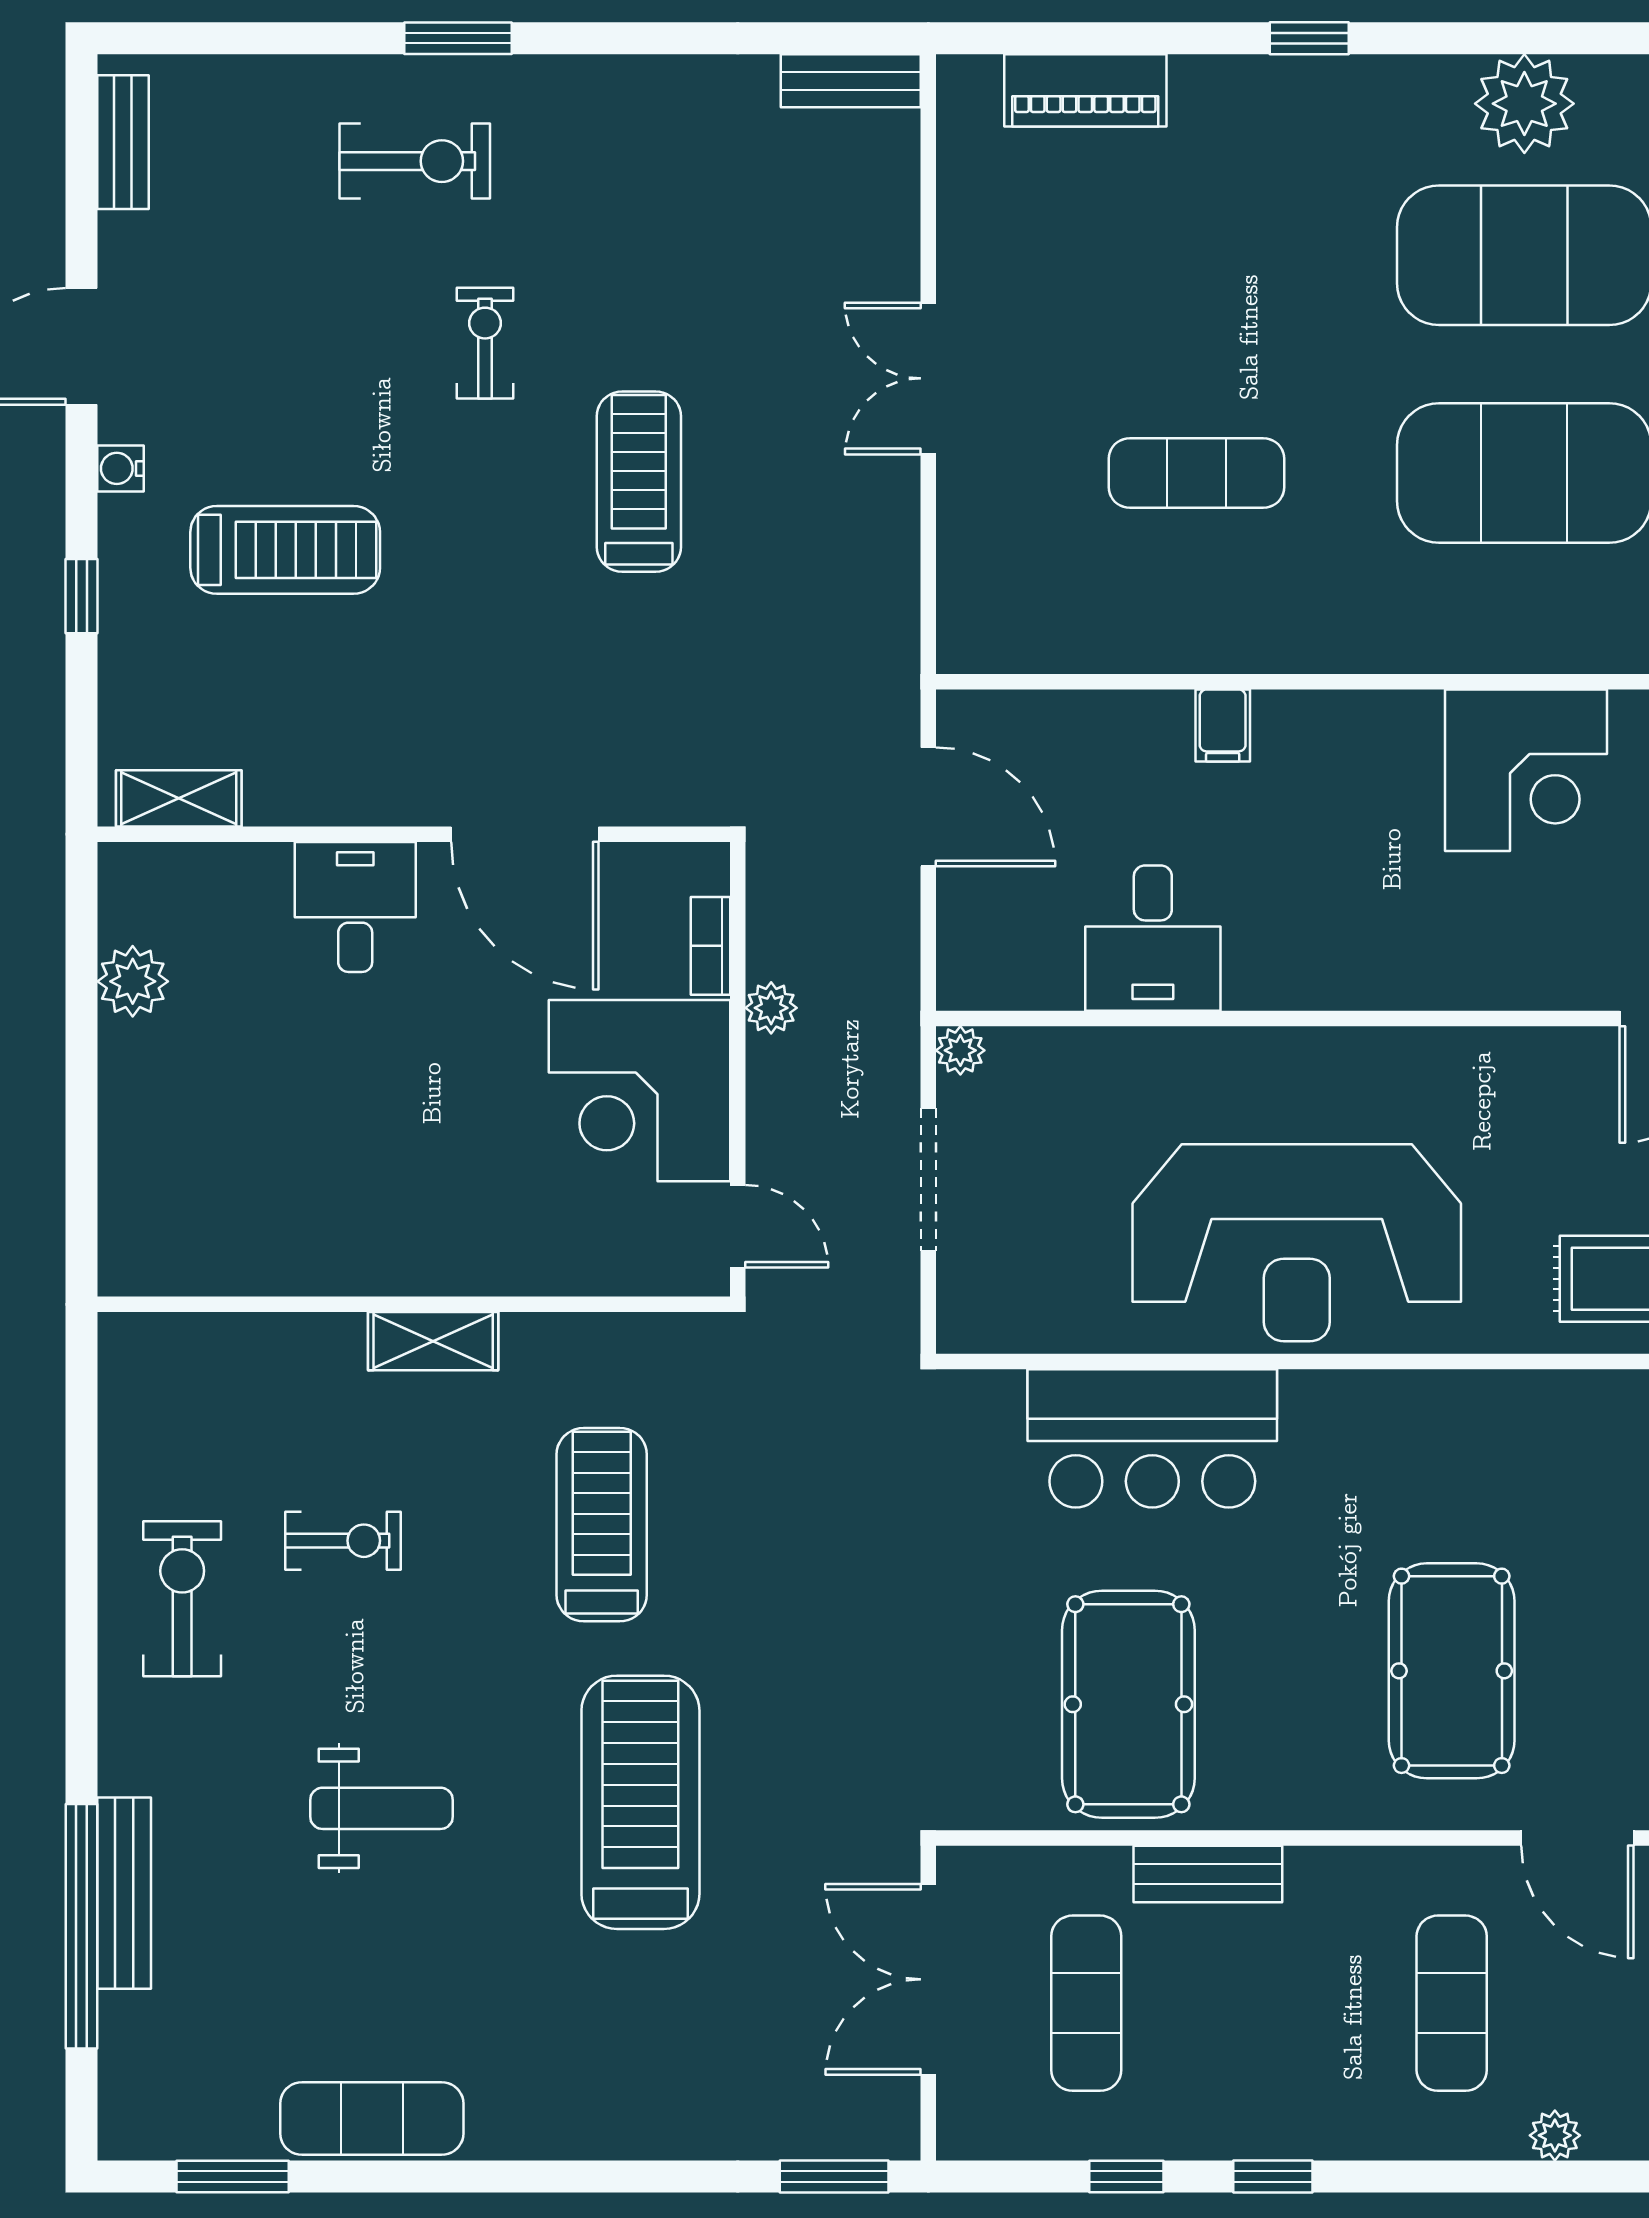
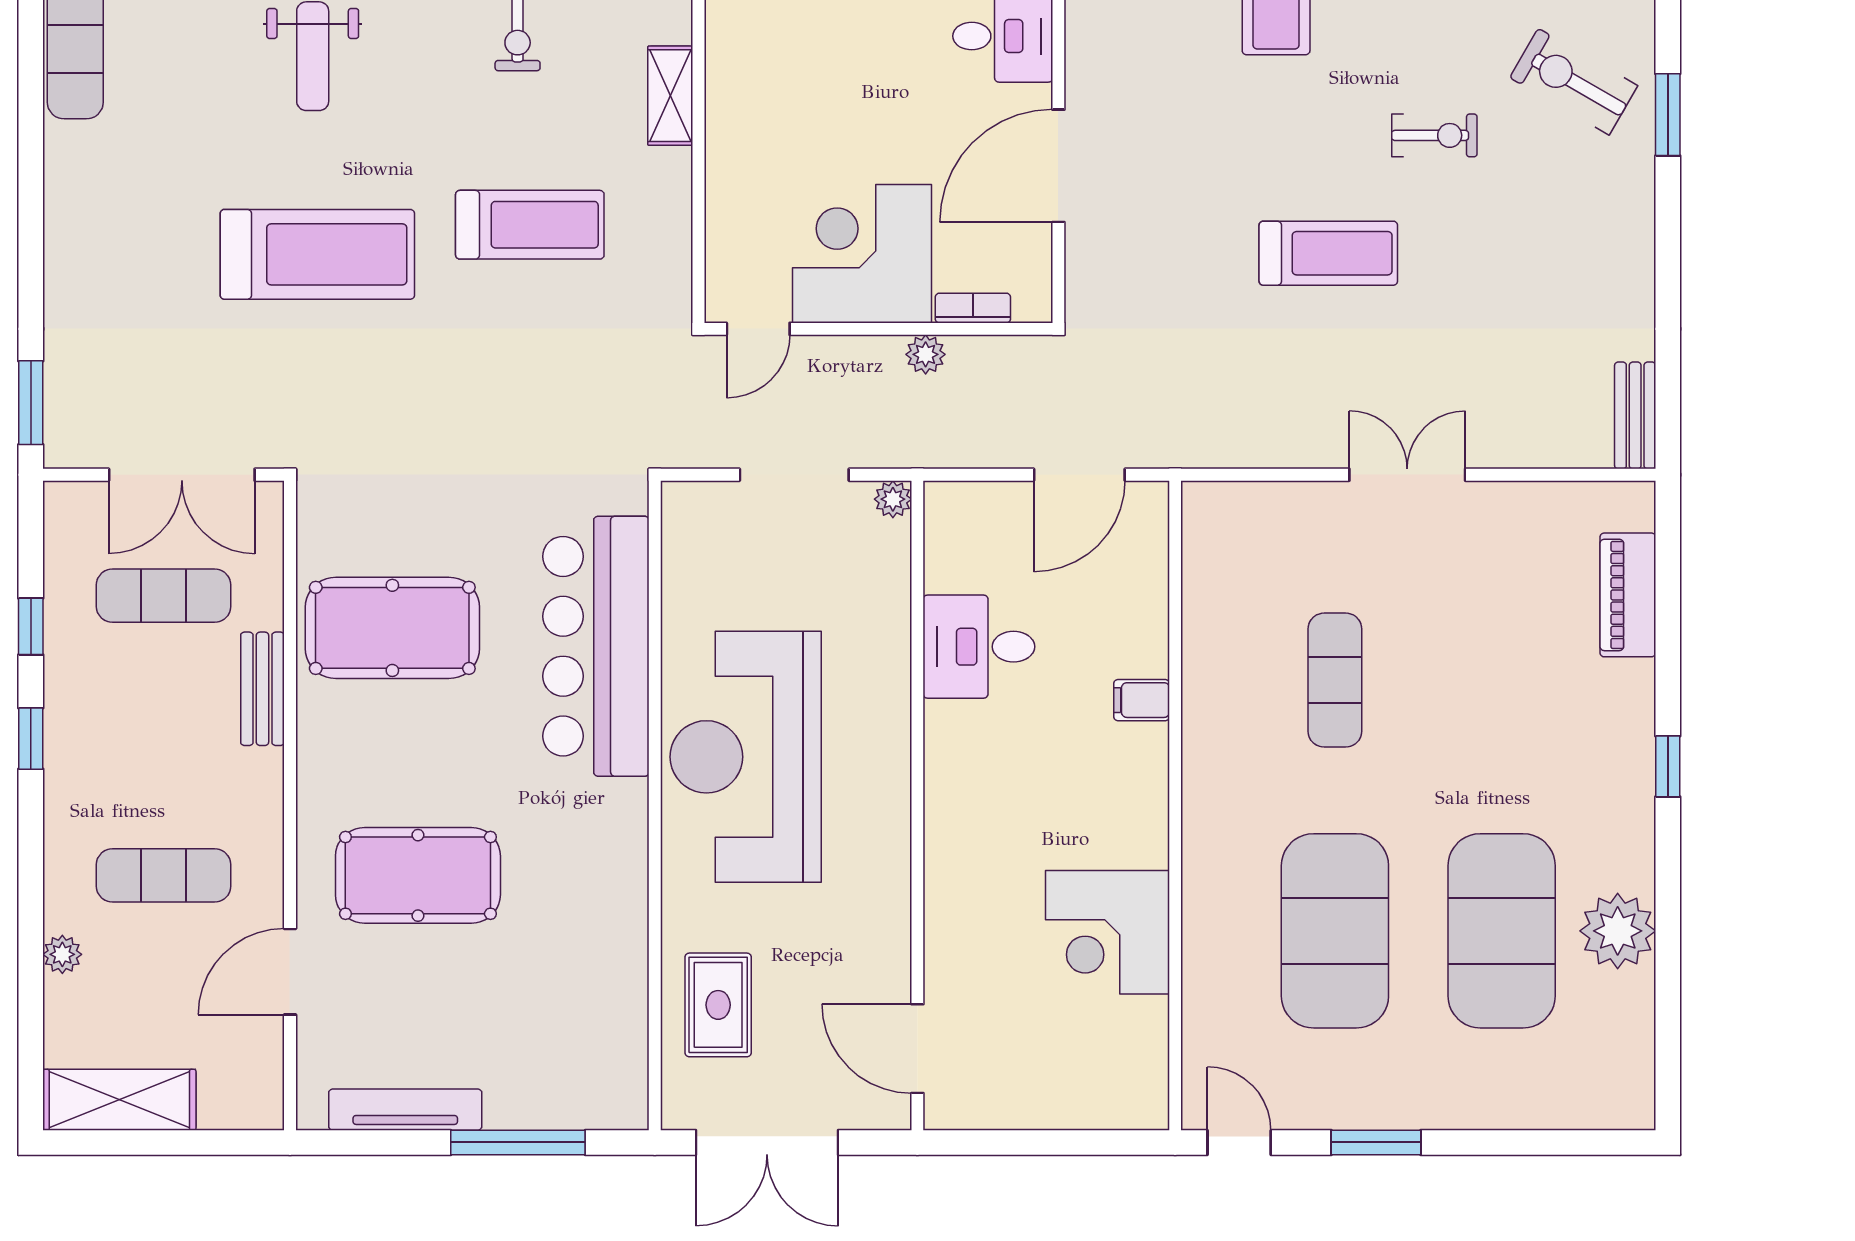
exercise bike: (415, 161) -> (1574, 82), turned 120
bar counter: (1152, 1438) -> (596, 646), width x1.36
double door: (928, 1979) -> (182, 475), swing flipped

